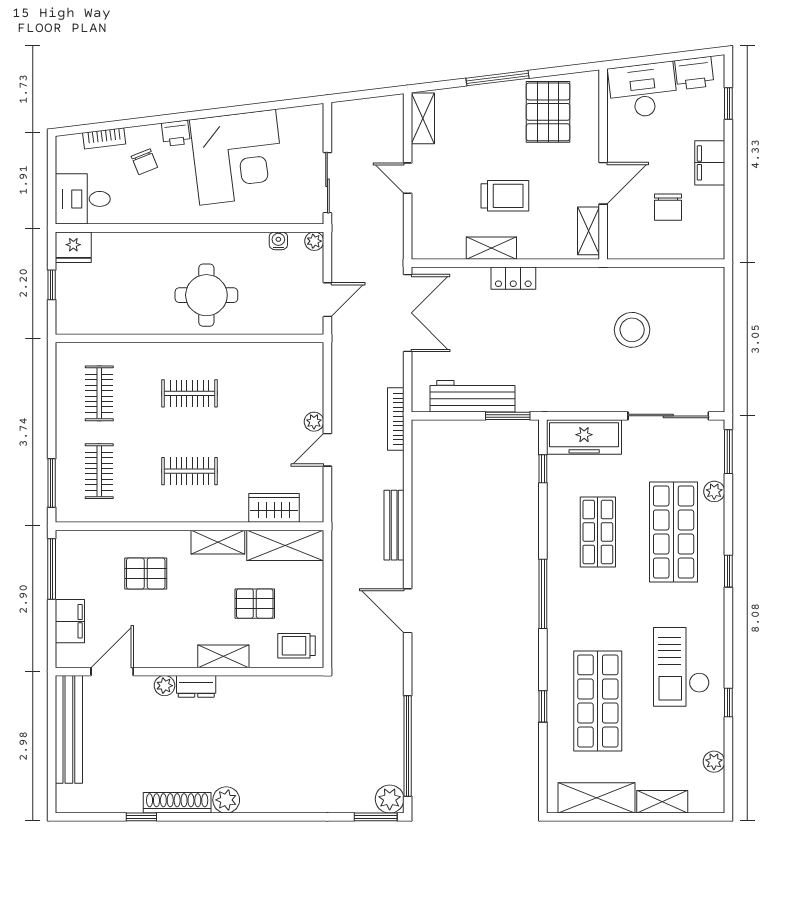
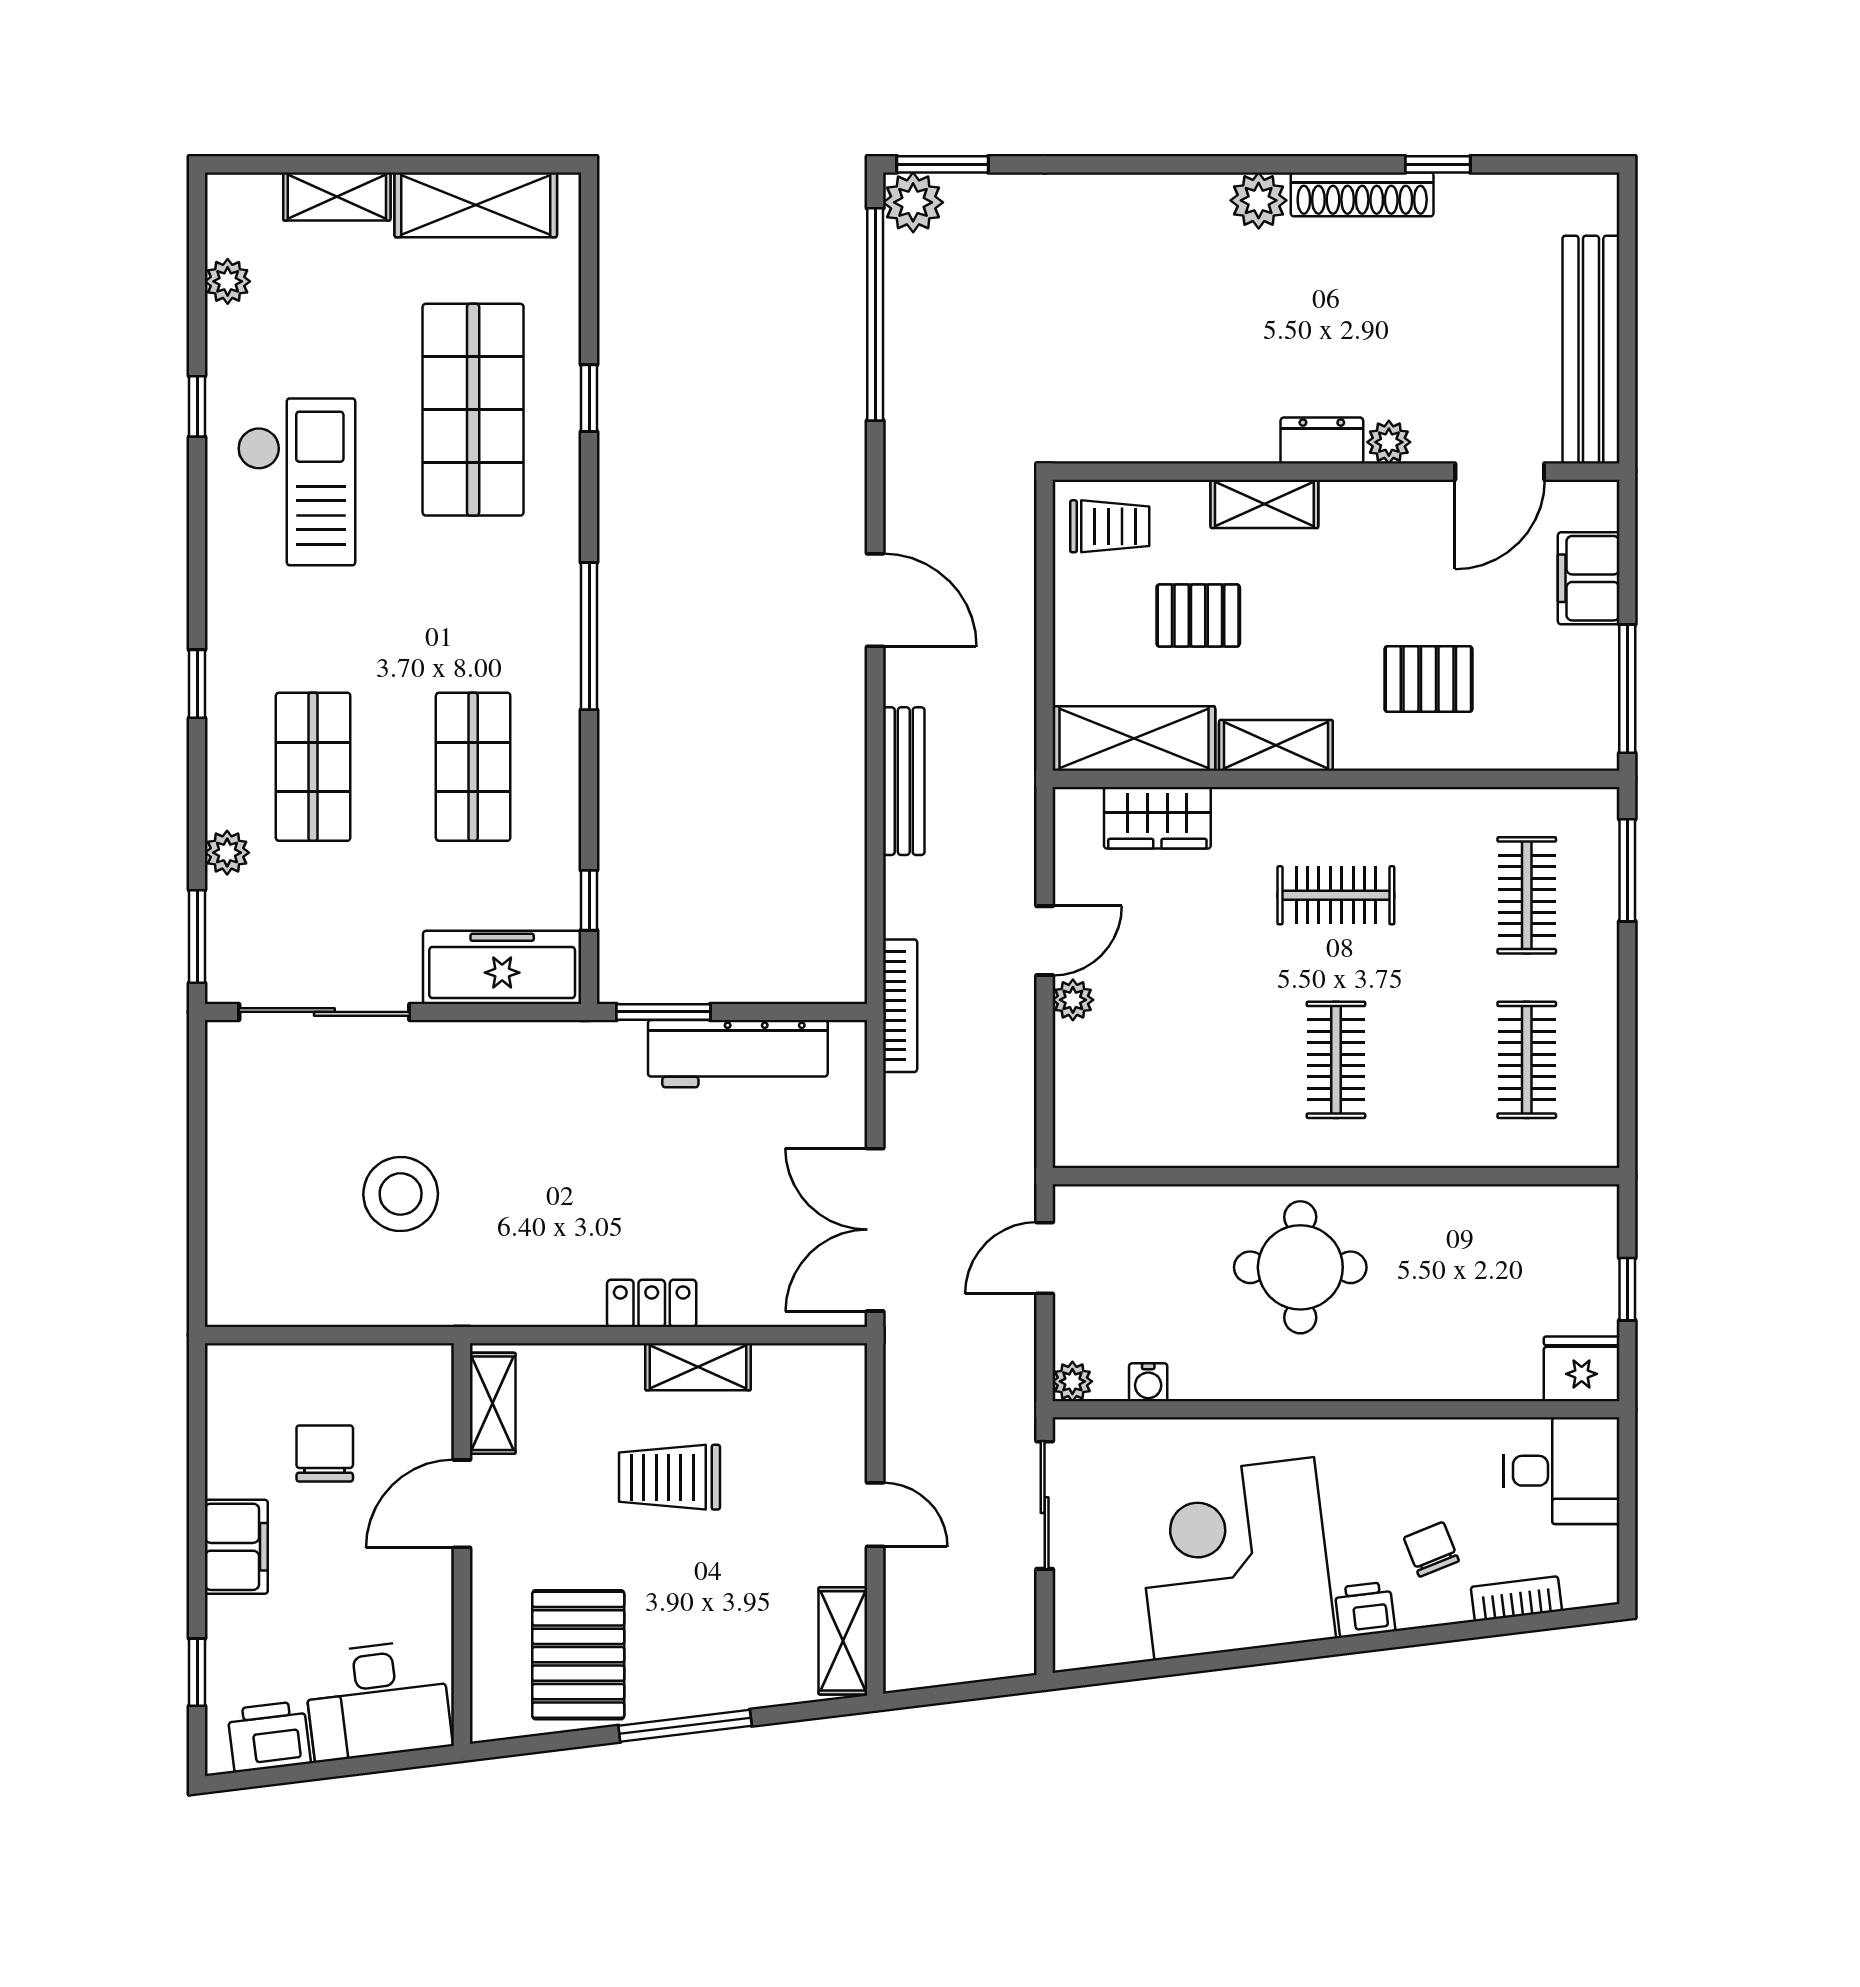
clothes rail: (190, 393) -> (1336, 1060), turned 90
shop shelf: (674, 532) -> (313, 767), width x0.70, depth x0.74

